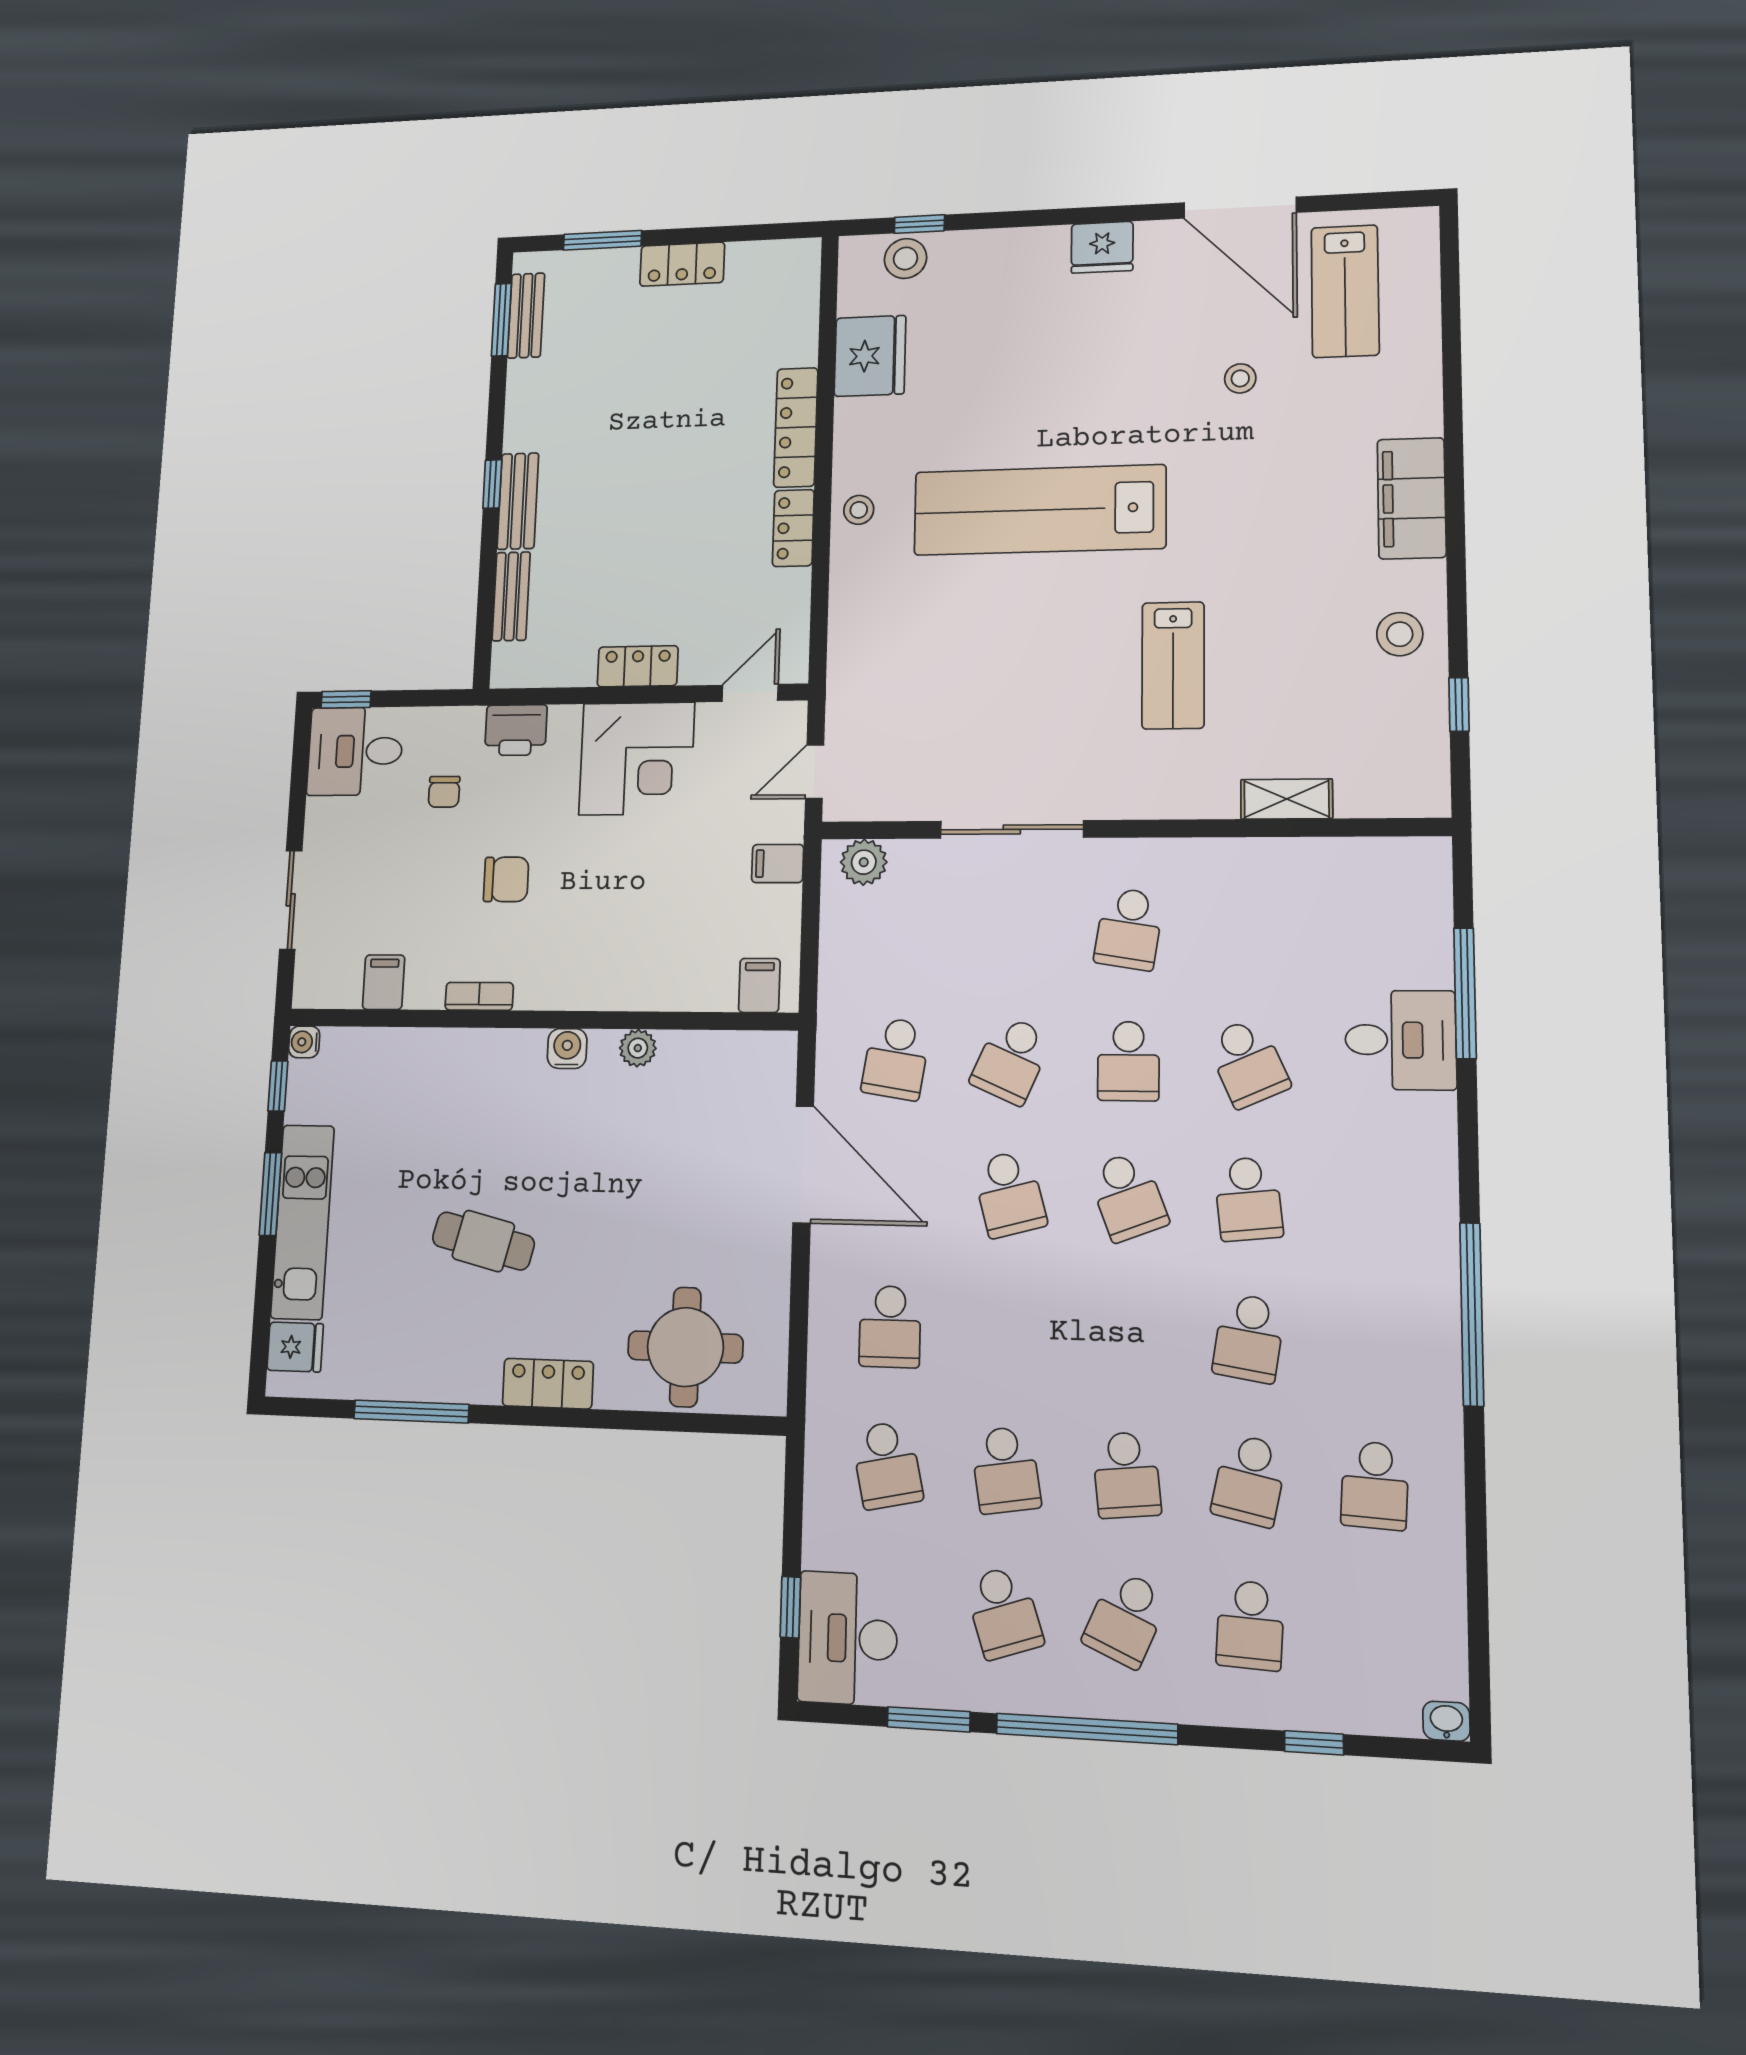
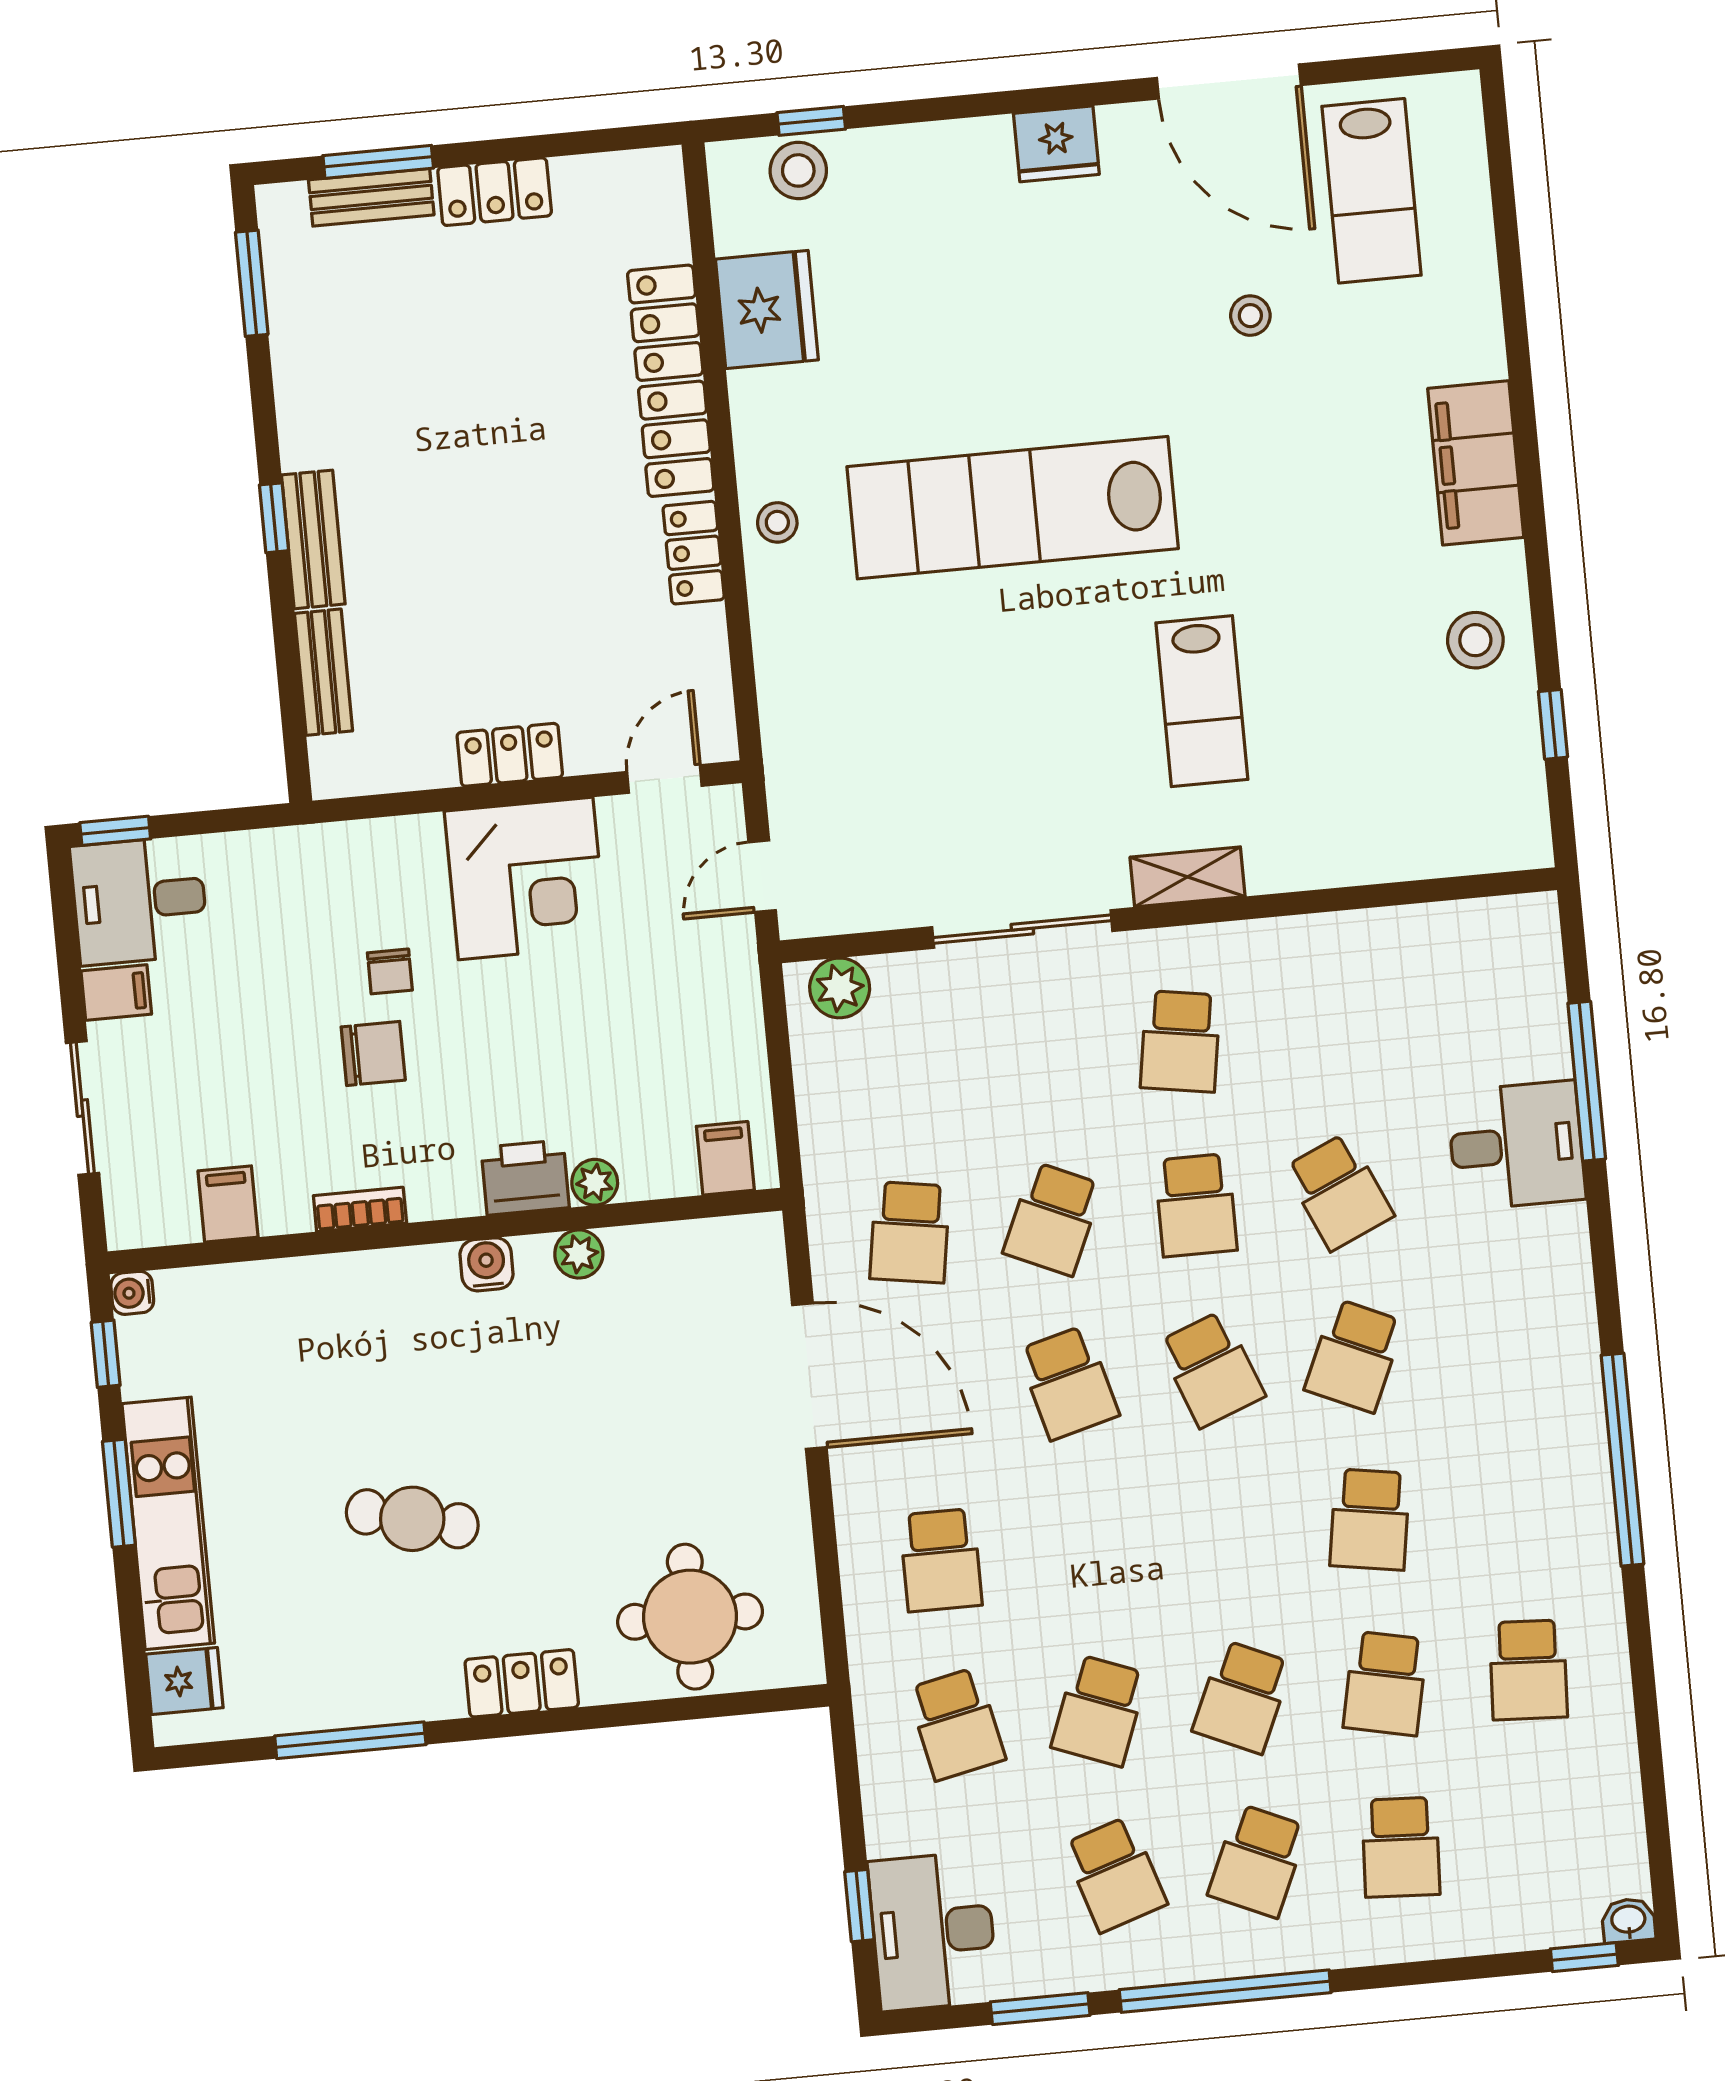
bench: (526, 316) -> (371, 197), moved, turned 90
locker: (796, 427) -> (671, 381), width x1.41, depth x1.21
printer: (516, 730) -> (525, 1178), moved, turned 180
chair: (444, 792) -> (390, 971), moved
shelving: (1287, 799) -> (1188, 877), moved
filing cabinet: (778, 864) -> (116, 993), moved, turned 180
plant: (657, 994) -> (595, 1182), added
school desk: (1248, 1199) -> (1354, 1356), turned 30
school desk: (1006, 1470) -> (1099, 1710), turned 30
school desk: (1126, 1475) -> (1242, 1697), turned 30
window: (1314, 1743) -> (1584, 1957), moved

